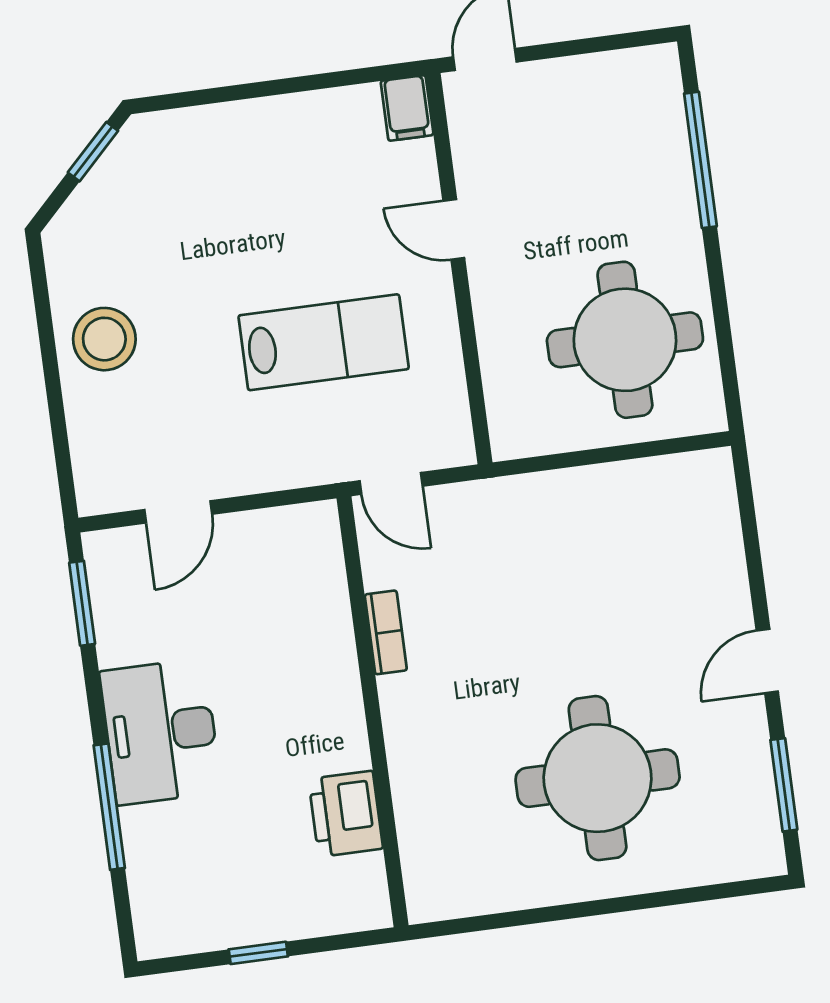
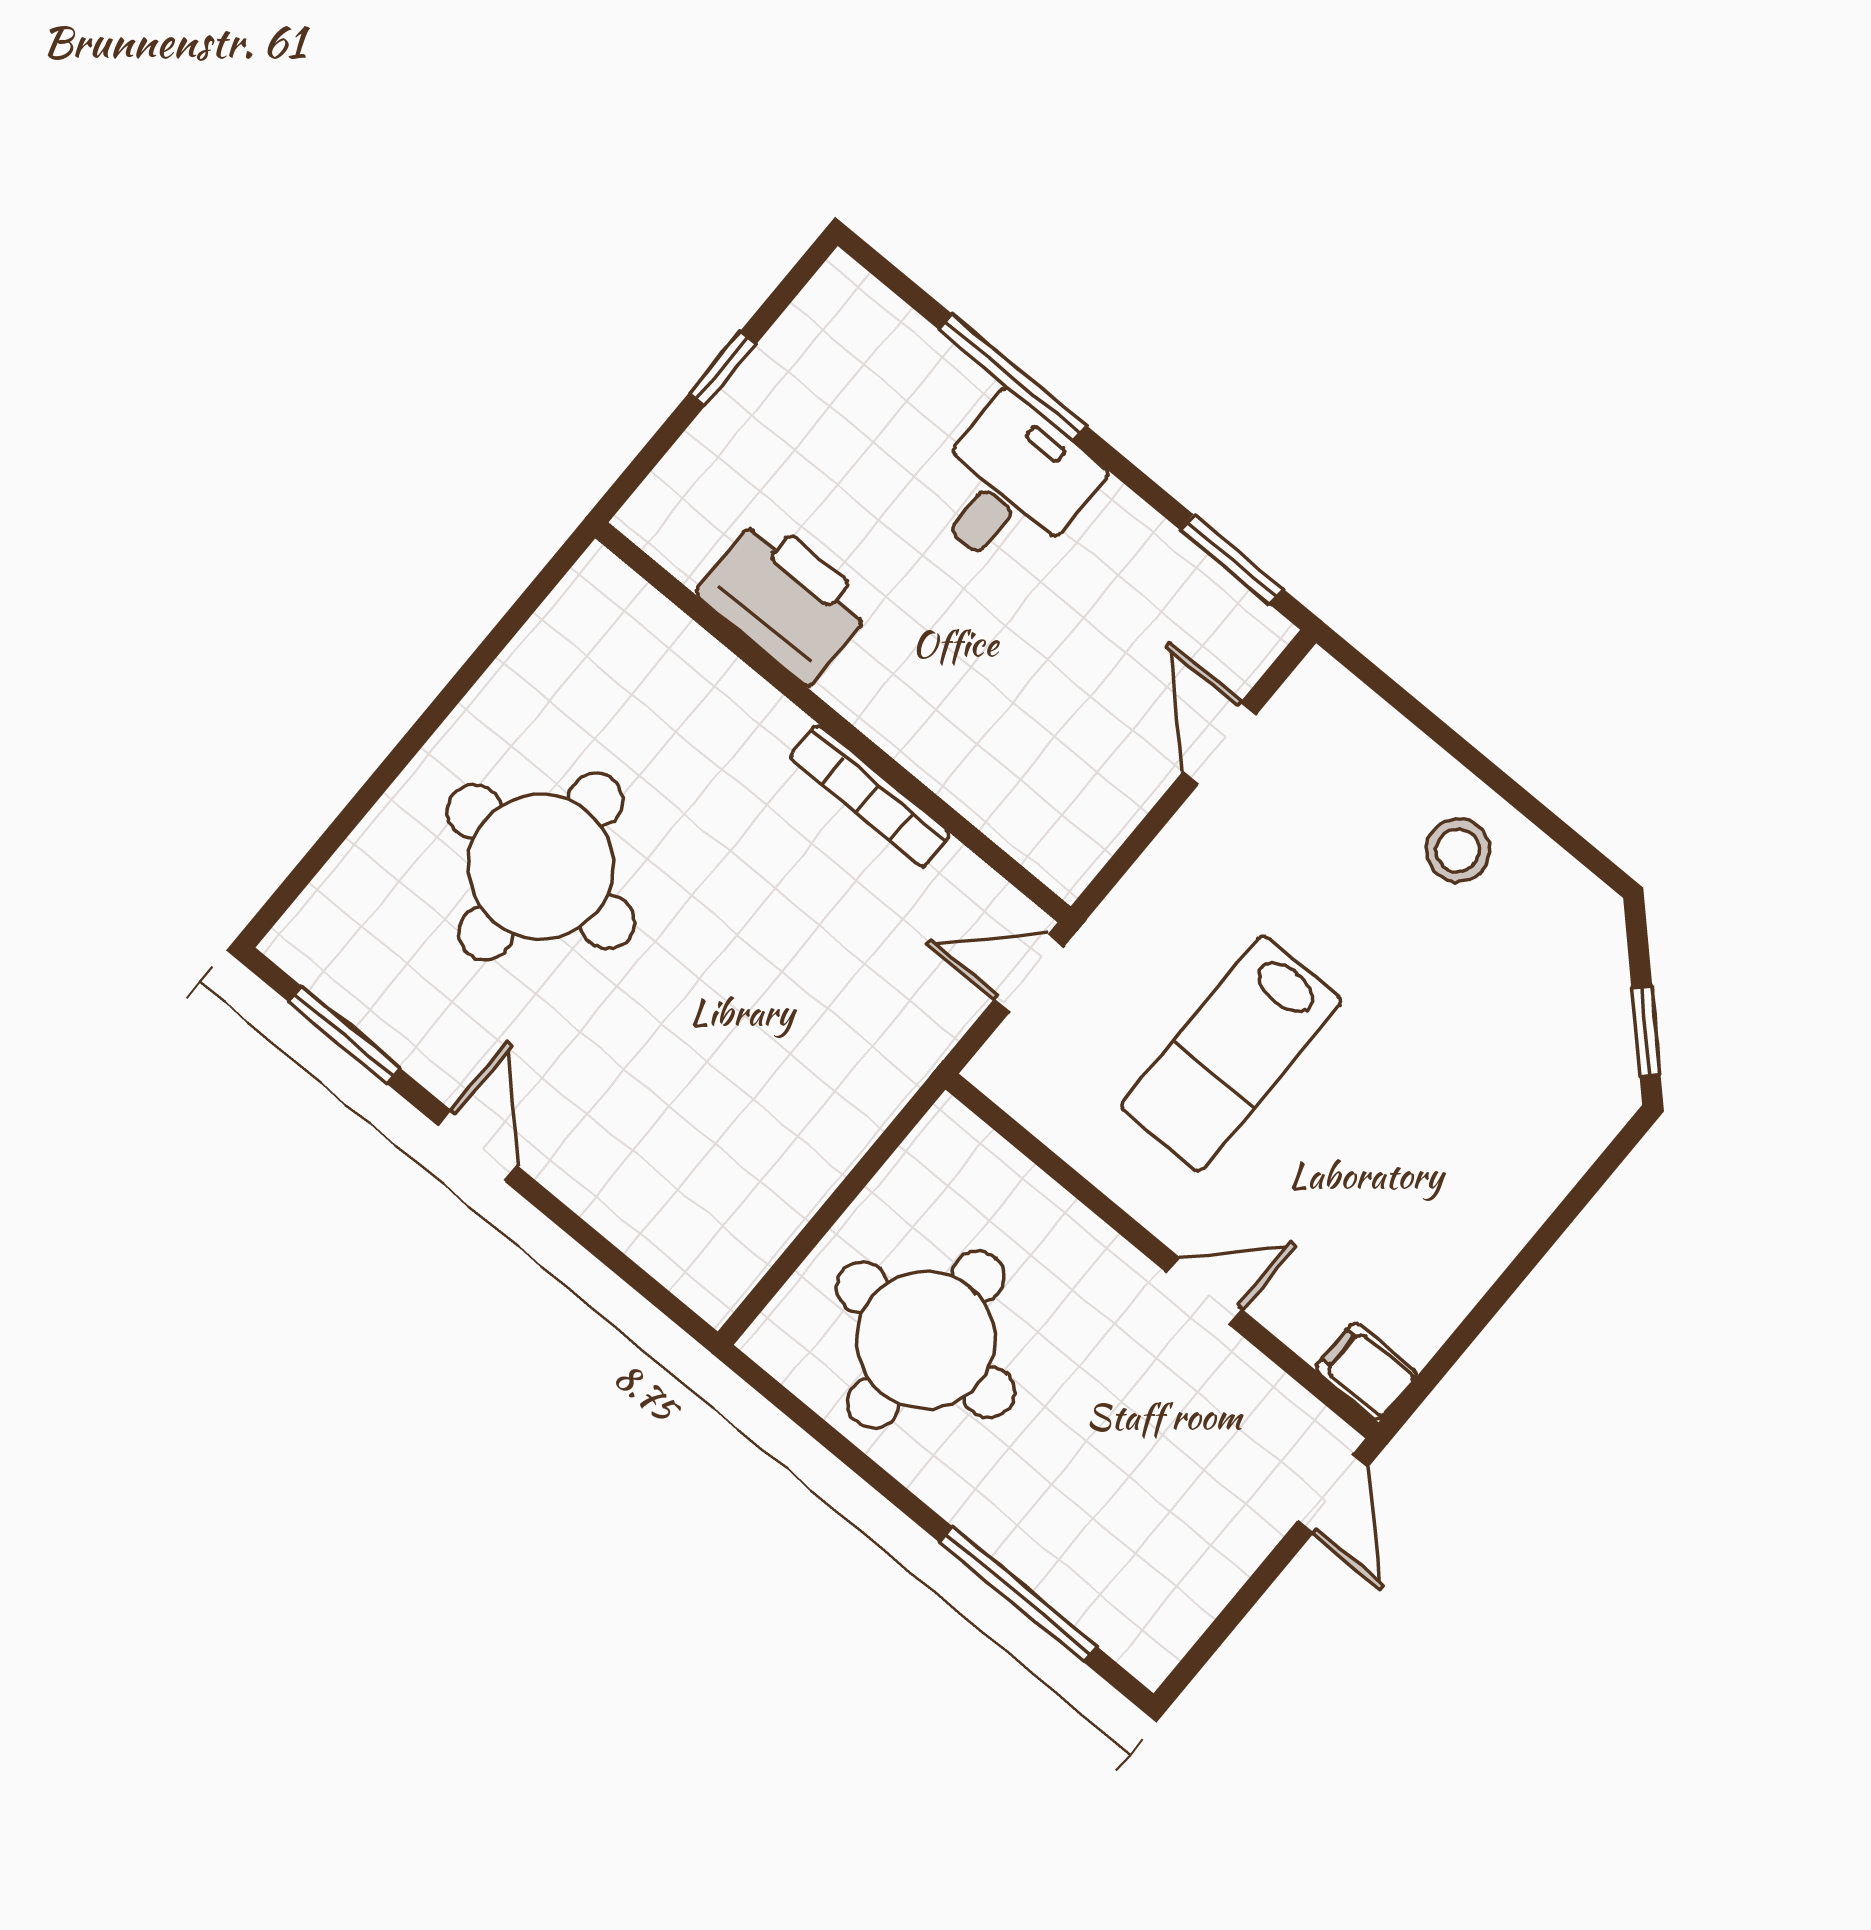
stool: (104, 339) -> (1458, 850), width x0.73, depth x0.73
bookcase: (386, 632) -> (870, 796), width x1.56
desk: (161, 732) -> (1011, 486), width x0.73
printer: (346, 814) -> (786, 599), width x1.37, depth x1.19

